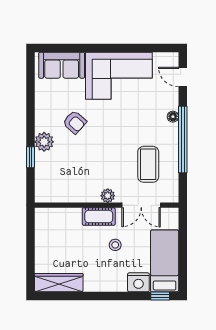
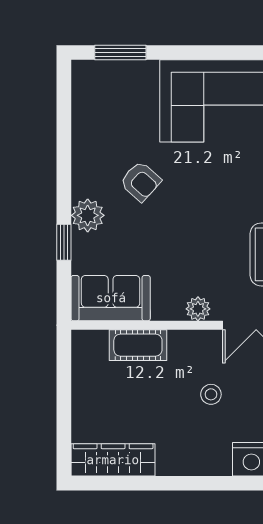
window: (63, 48) -> (120, 53), added
sofa: (62, 65) -> (111, 298), moved, turned 180
cot: (99, 217) -> (138, 345), moved

